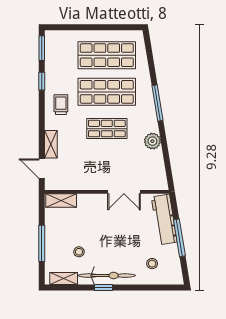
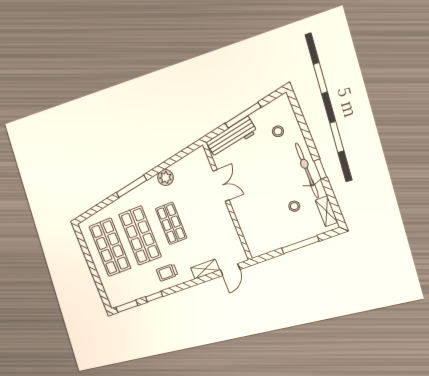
shelving: (61, 200) -> (252, 241), removed

